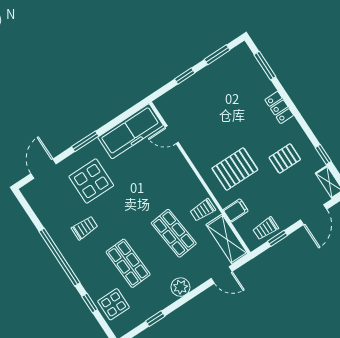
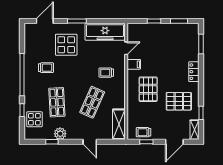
door: (172, 135) -> (126, 48), swing flipped
pallet: (285, 158) -> (179, 101), width x1.50, depth x1.42
pallet: (235, 169) -> (148, 89), turned 90
trolley: (203, 210) -> (106, 73), moved
filing cabinet: (236, 210) -> (134, 64), moved
shop shelf: (174, 233) -> (92, 102), turned 30
door: (222, 275) -> (90, 142), moved
plant: (180, 287) -> (60, 134), moved

